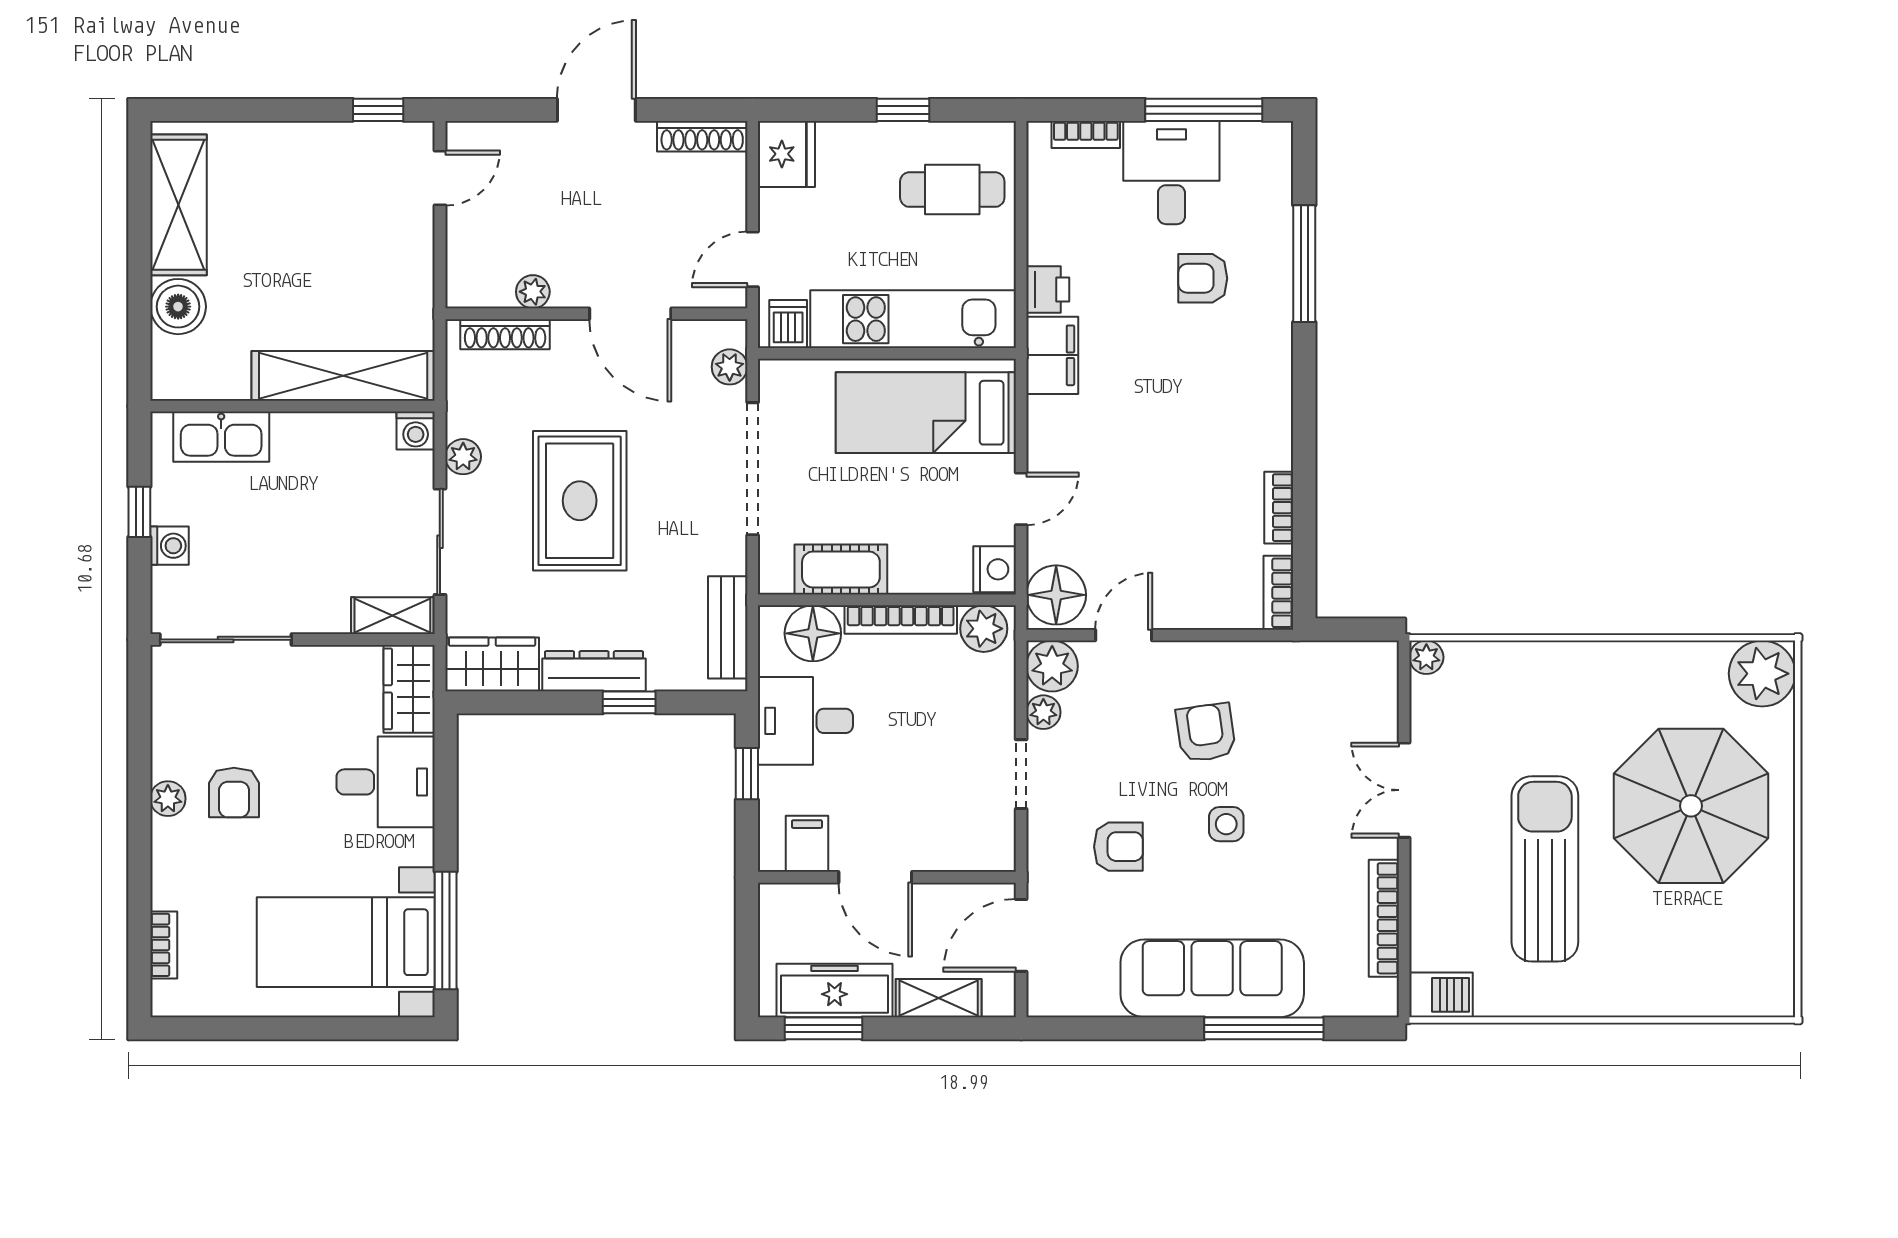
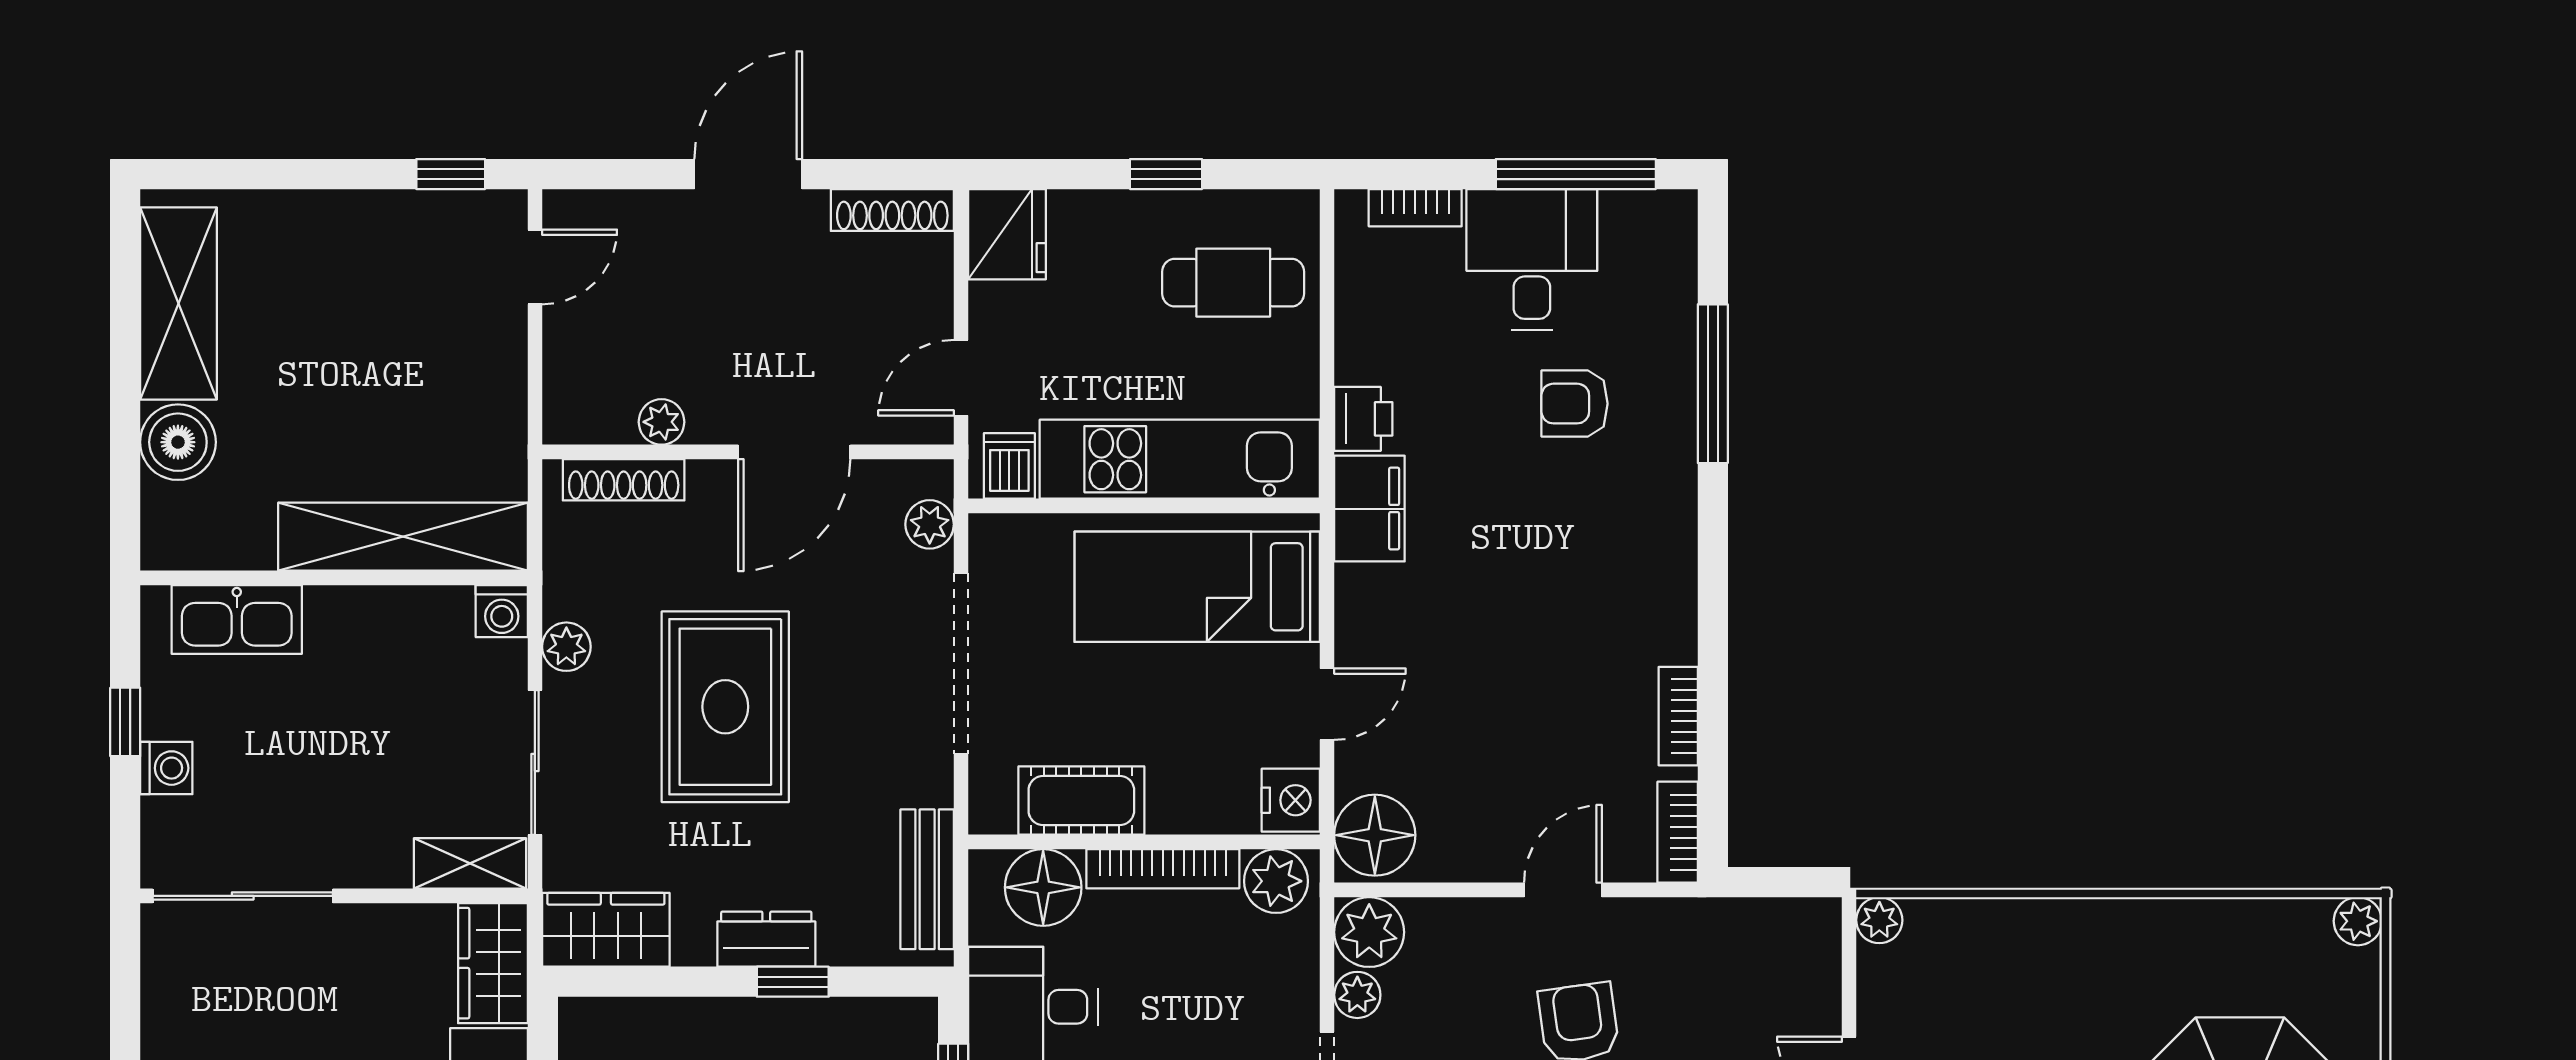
door: (630, 314) -> (794, 452), hinge flipped
door: (1124, 635) -> (1563, 890), moved
dresser: (594, 671) -> (766, 939), width x0.70
plant: (1762, 674) -> (2358, 921), width x0.53, depth x0.53

